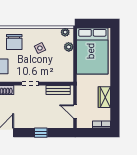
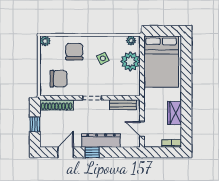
chair: (14, 42) -> (74, 52), turned 180
plant: (69, 47) -> (130, 62), width x1.87, depth x1.87
dresser: (38, 122) -> (101, 140), added
window: (41, 133) -> (92, 152), moved

